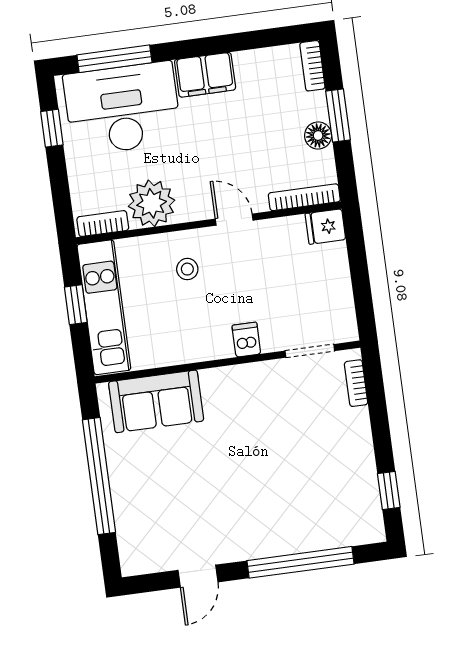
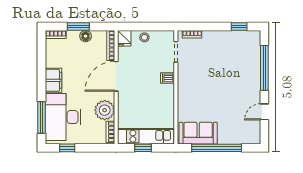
door: (234, 220) -> (116, 76), width x1.87
stool: (187, 269) -> (144, 37), moved
sofa: (156, 401) -> (198, 133), moved, turned -90
door: (198, 576) -> (264, 112), swing flipped

